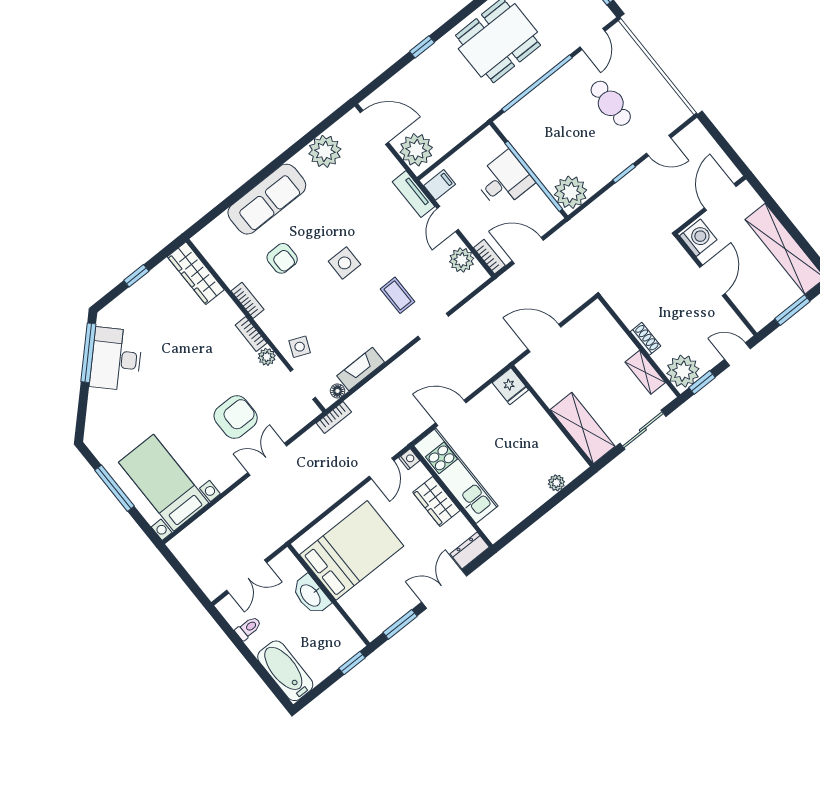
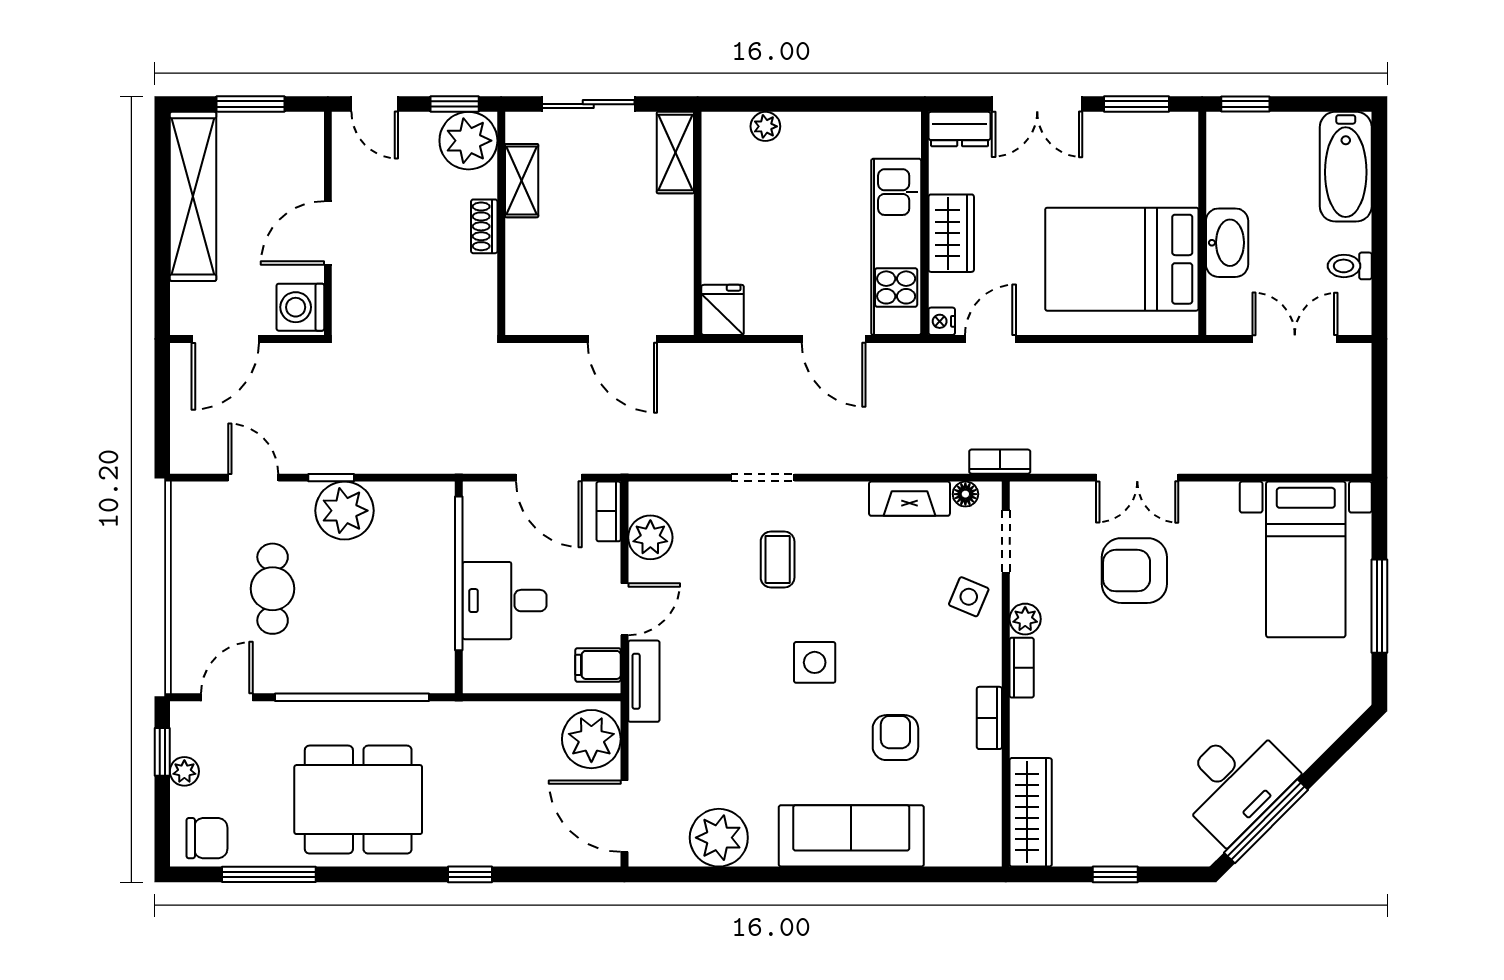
plant: (571, 192) -> (345, 511), moved
shelving: (583, 428) -> (675, 153), width x0.67, depth x0.75

